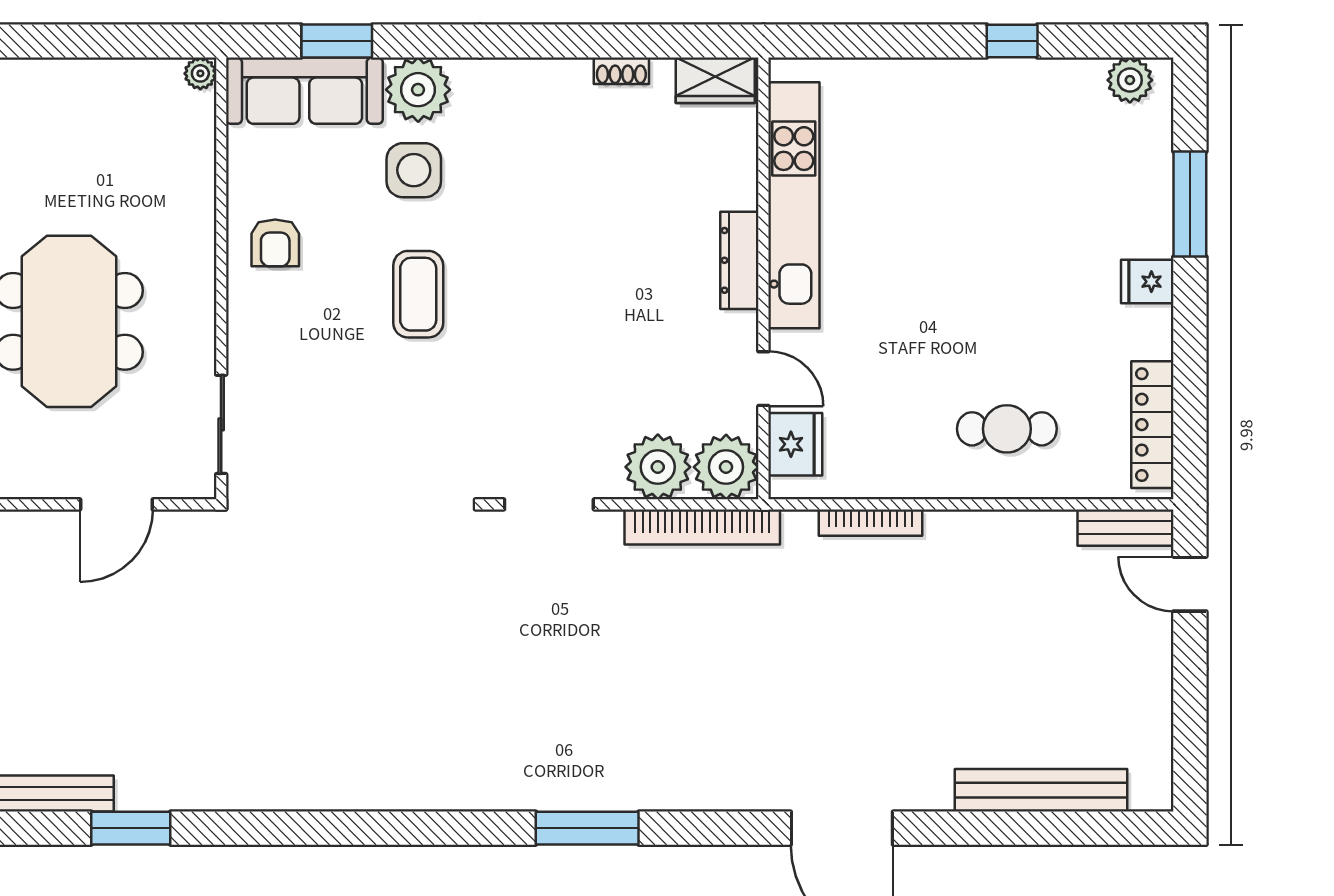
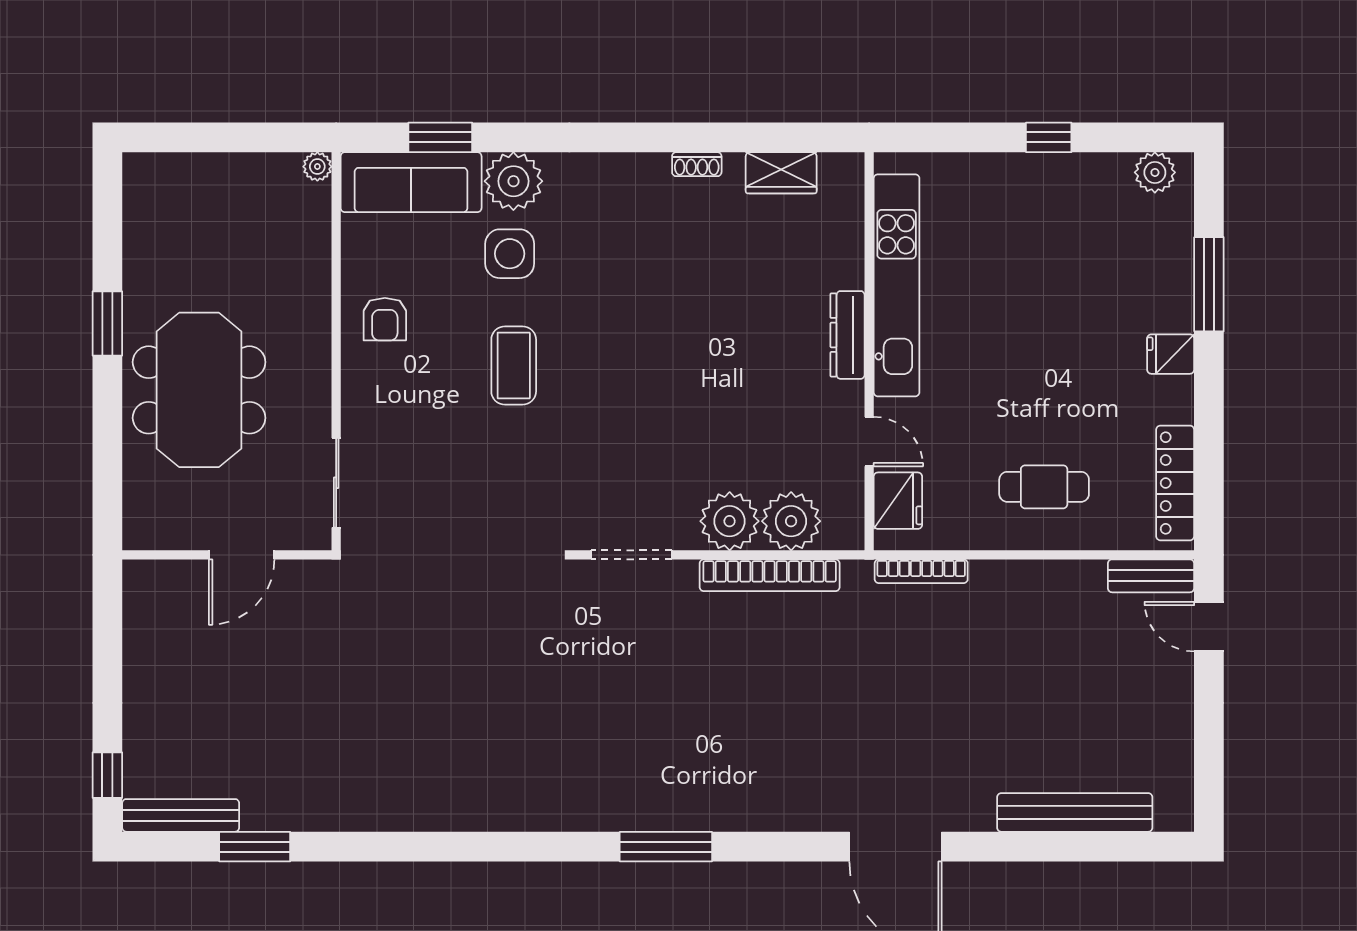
kitchen unit: (794, 205) -> (897, 285), moved
dresser: (739, 260) -> (848, 335), moved
wall: (763, 278) -> (869, 351), moved
door: (763, 379) -> (869, 442), moved
fridge: (795, 444) -> (898, 501), moved

